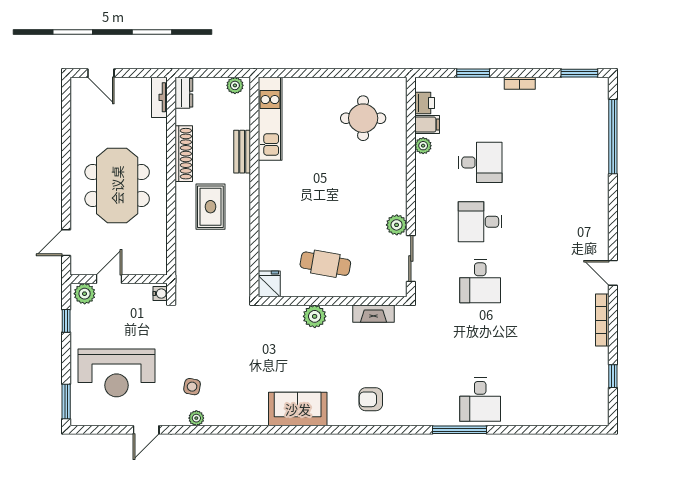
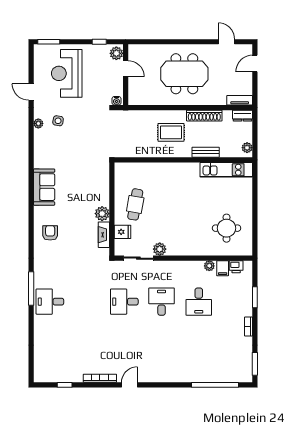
door: (66, 243) -> (226, 42), moved
fridge: (269, 284) -> (123, 232), moved
plant: (315, 316) -> (102, 214), moved

